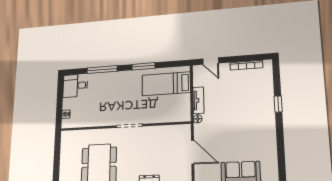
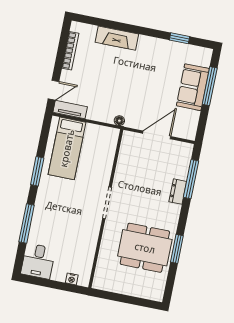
fireplace: (267, 99) -> (117, 38), added
tv unit: (198, 100) -> (70, 110), moved
window: (278, 104) -> (180, 38), moved

